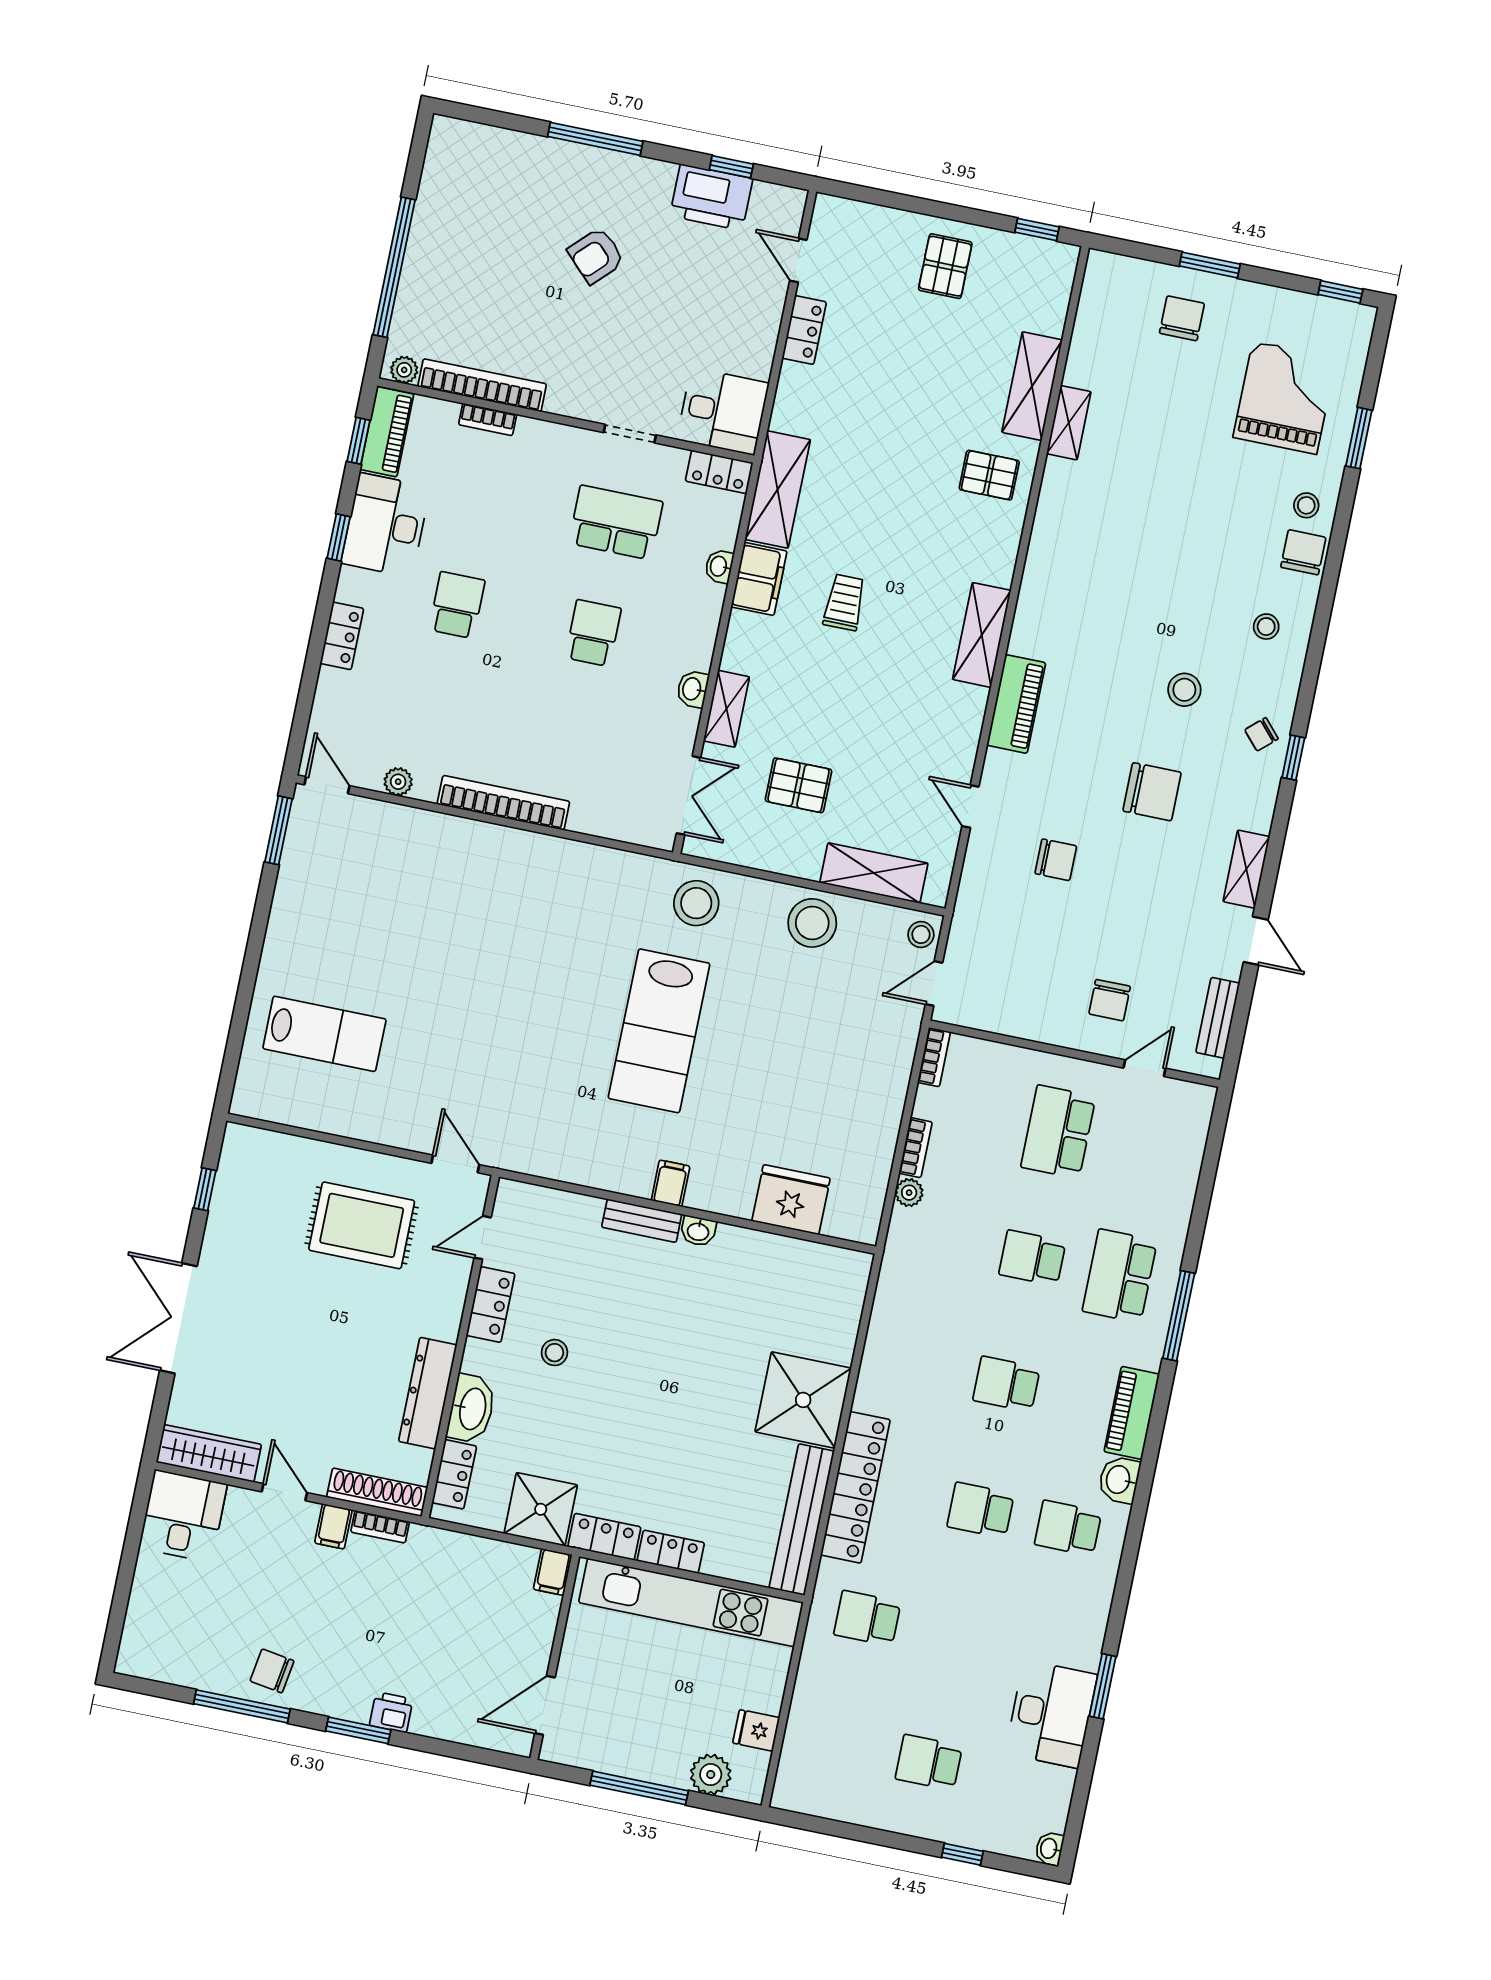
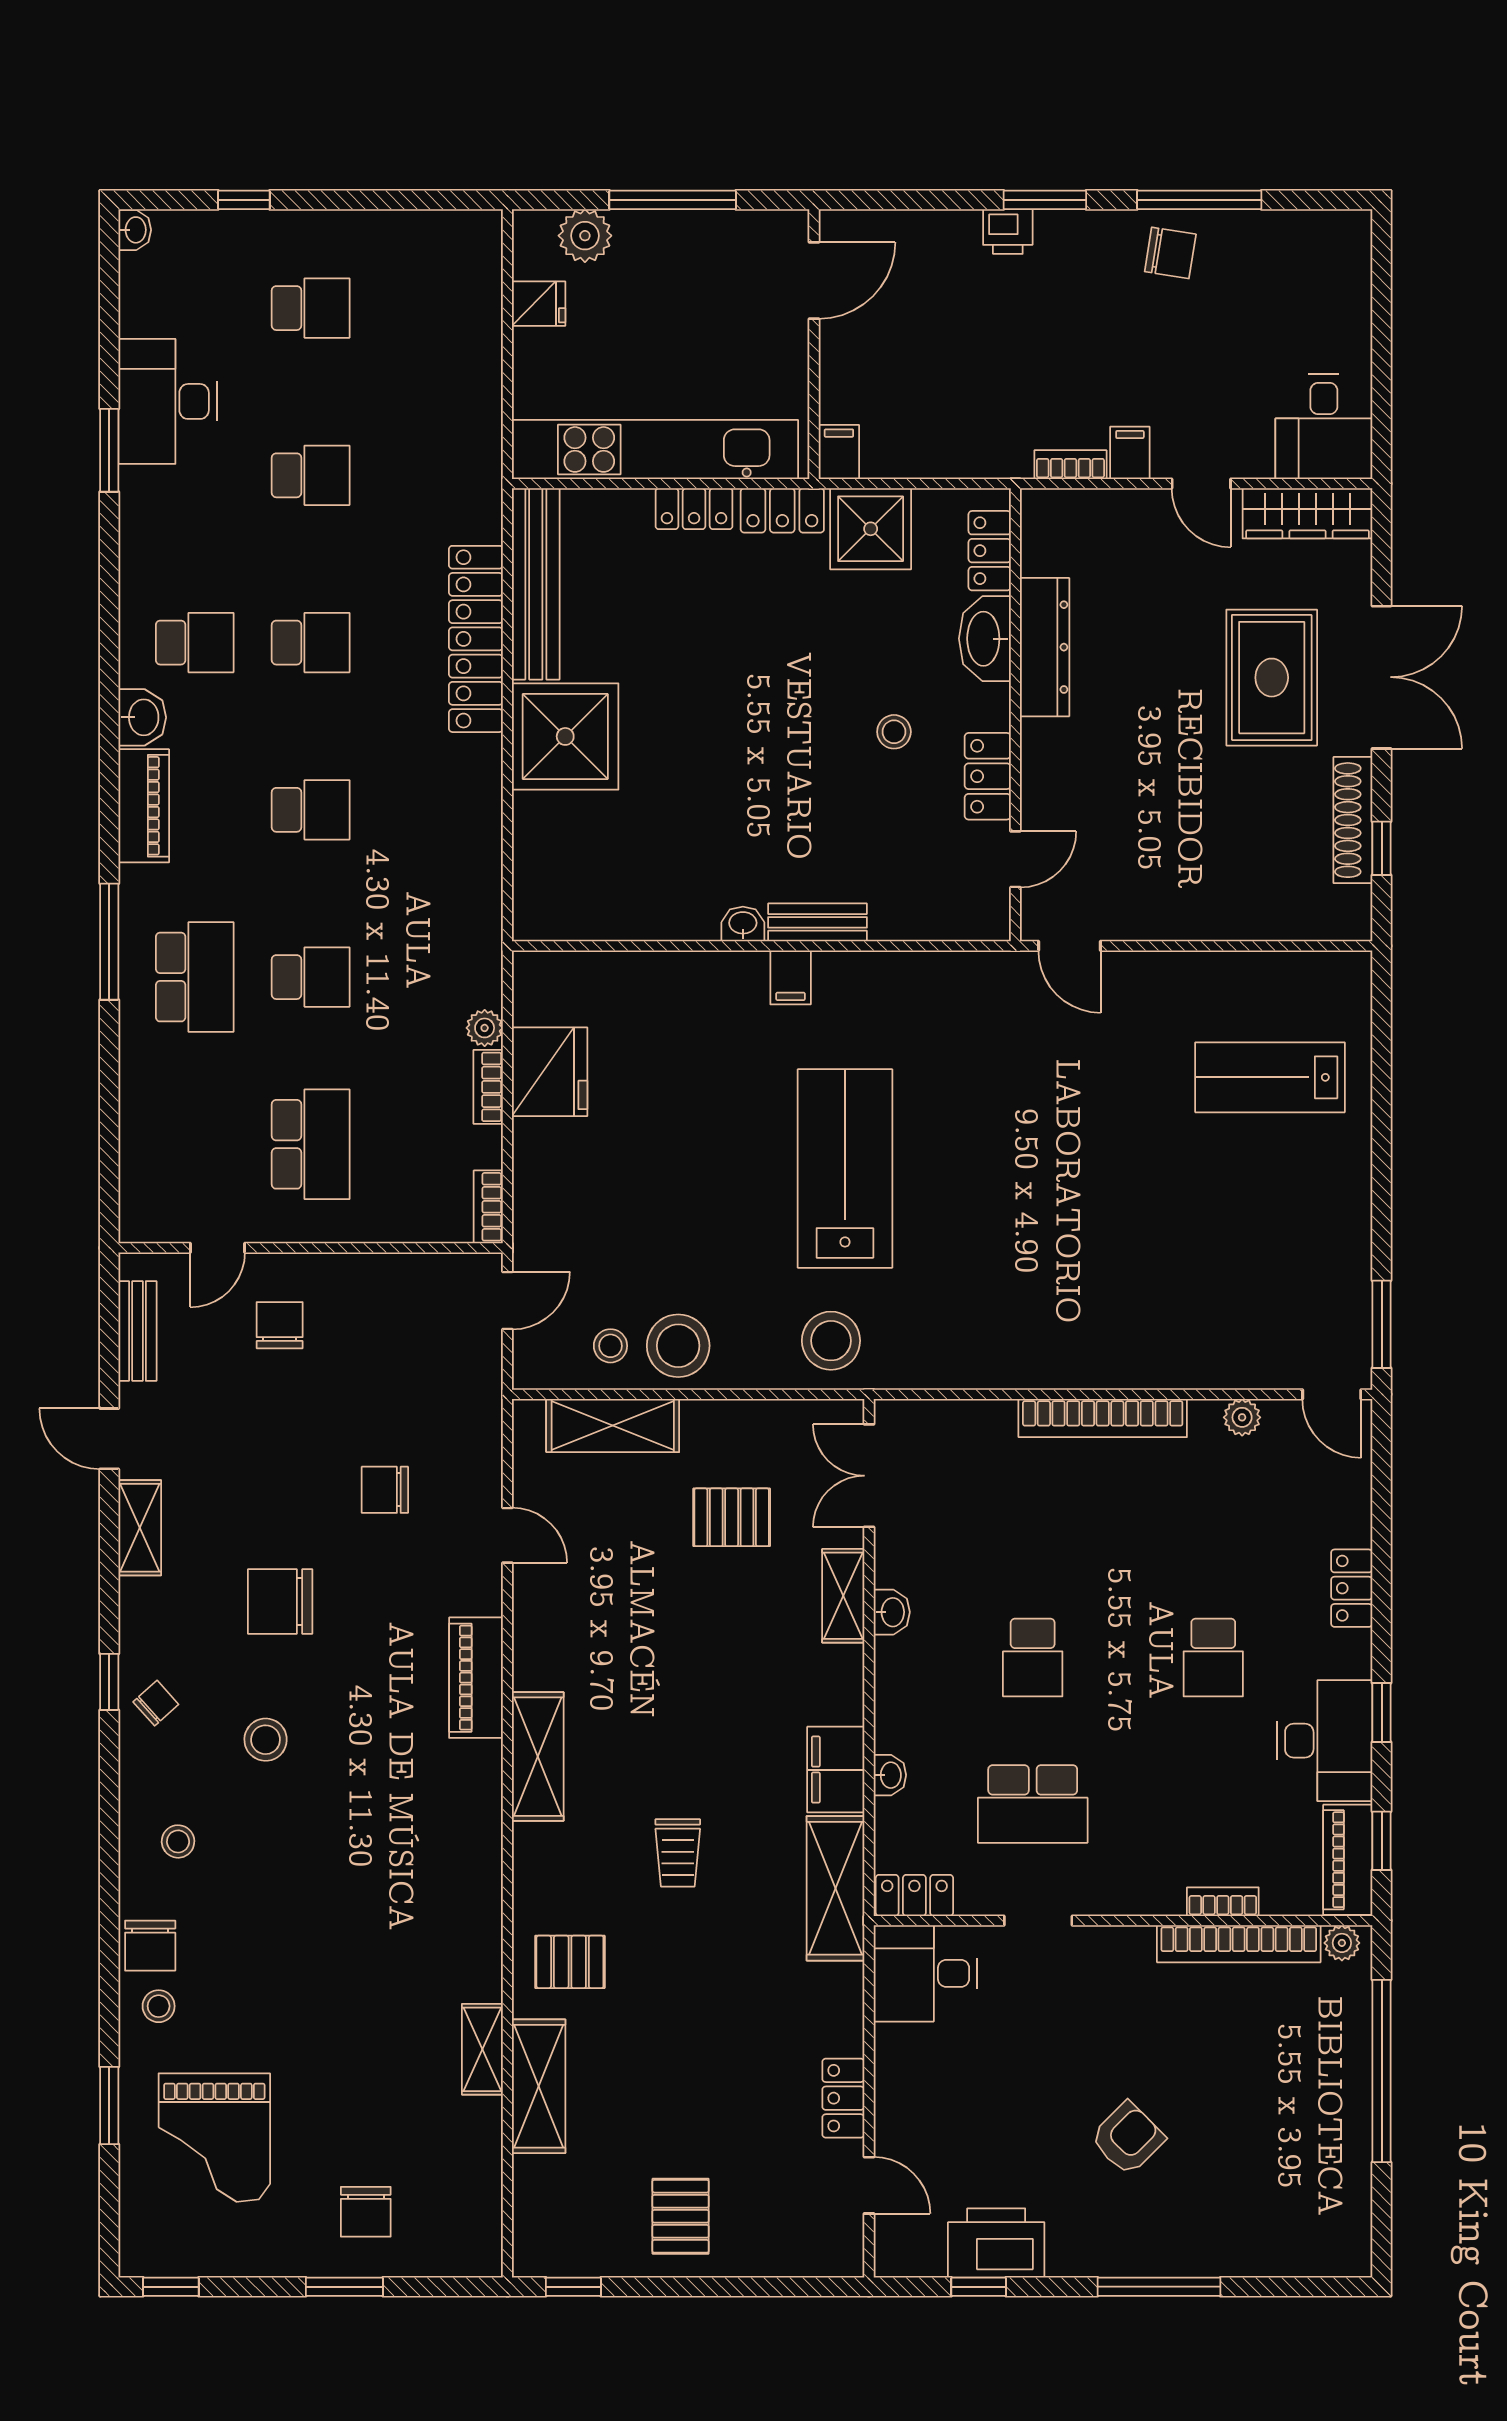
trolley: (844, 602) -> (678, 1853), moved
stool: (921, 934) -> (610, 1346), moved
fridge: (791, 1200) -> (550, 1072), moved, turned -90
rug: (362, 1225) -> (1272, 678), moved, turned 90
shoe rack: (377, 1492) -> (1353, 820), moved, turned 90
school desk: (867, 1618) -> (311, 475), moved

